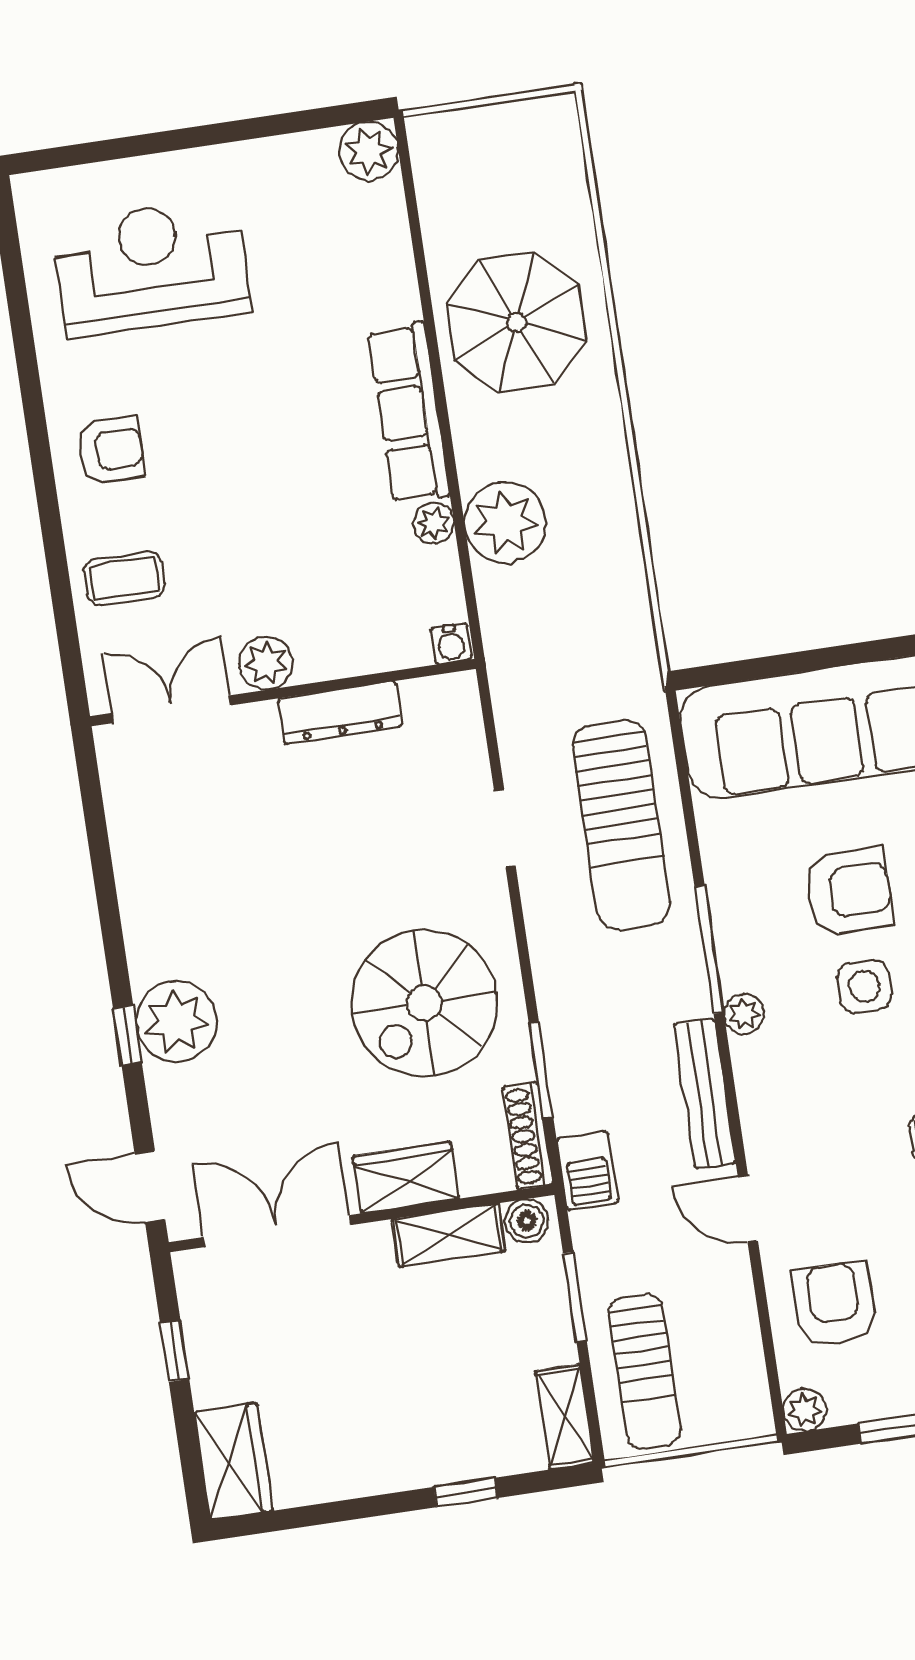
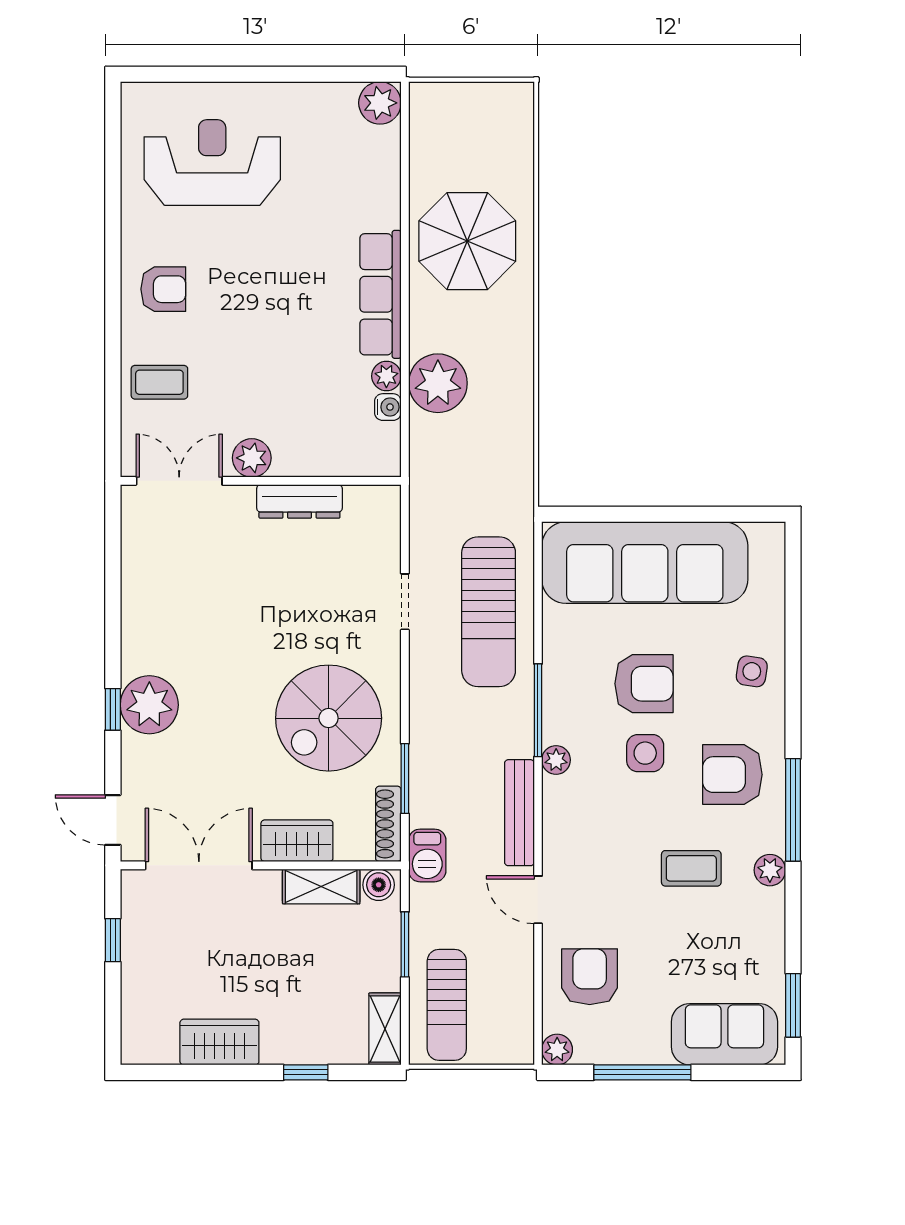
water cooler: (451, 644) -> (388, 407), moved, turned -90
wardrobe: (233, 1461) -> (219, 1042), moved, turned -90

